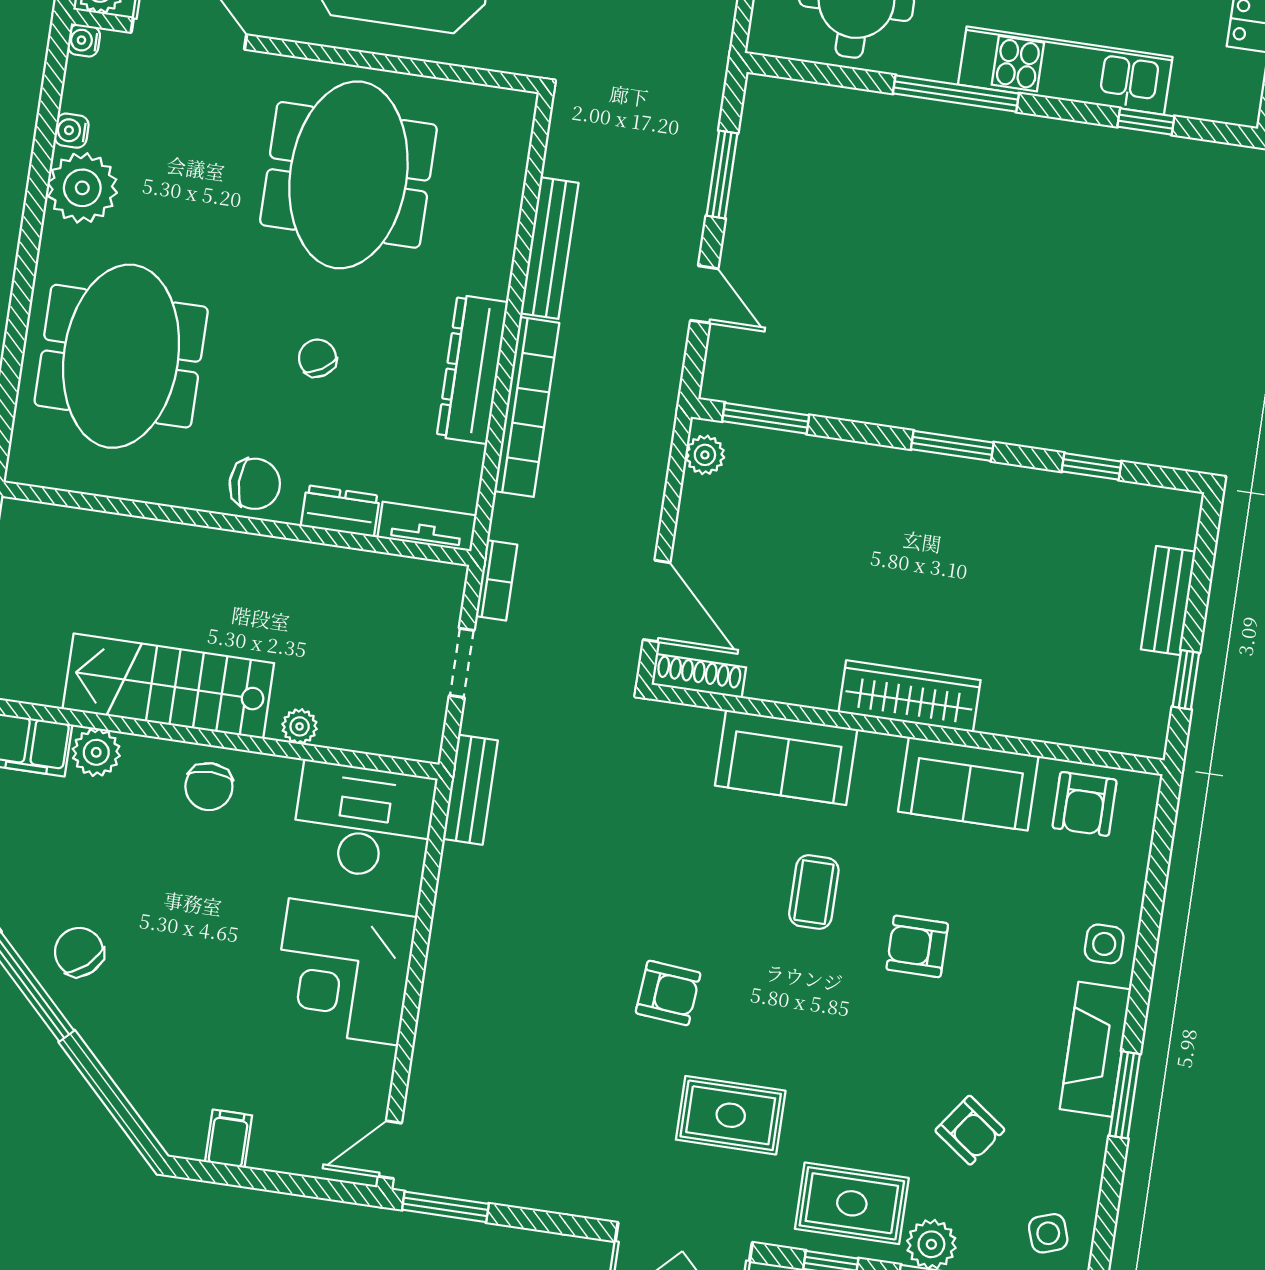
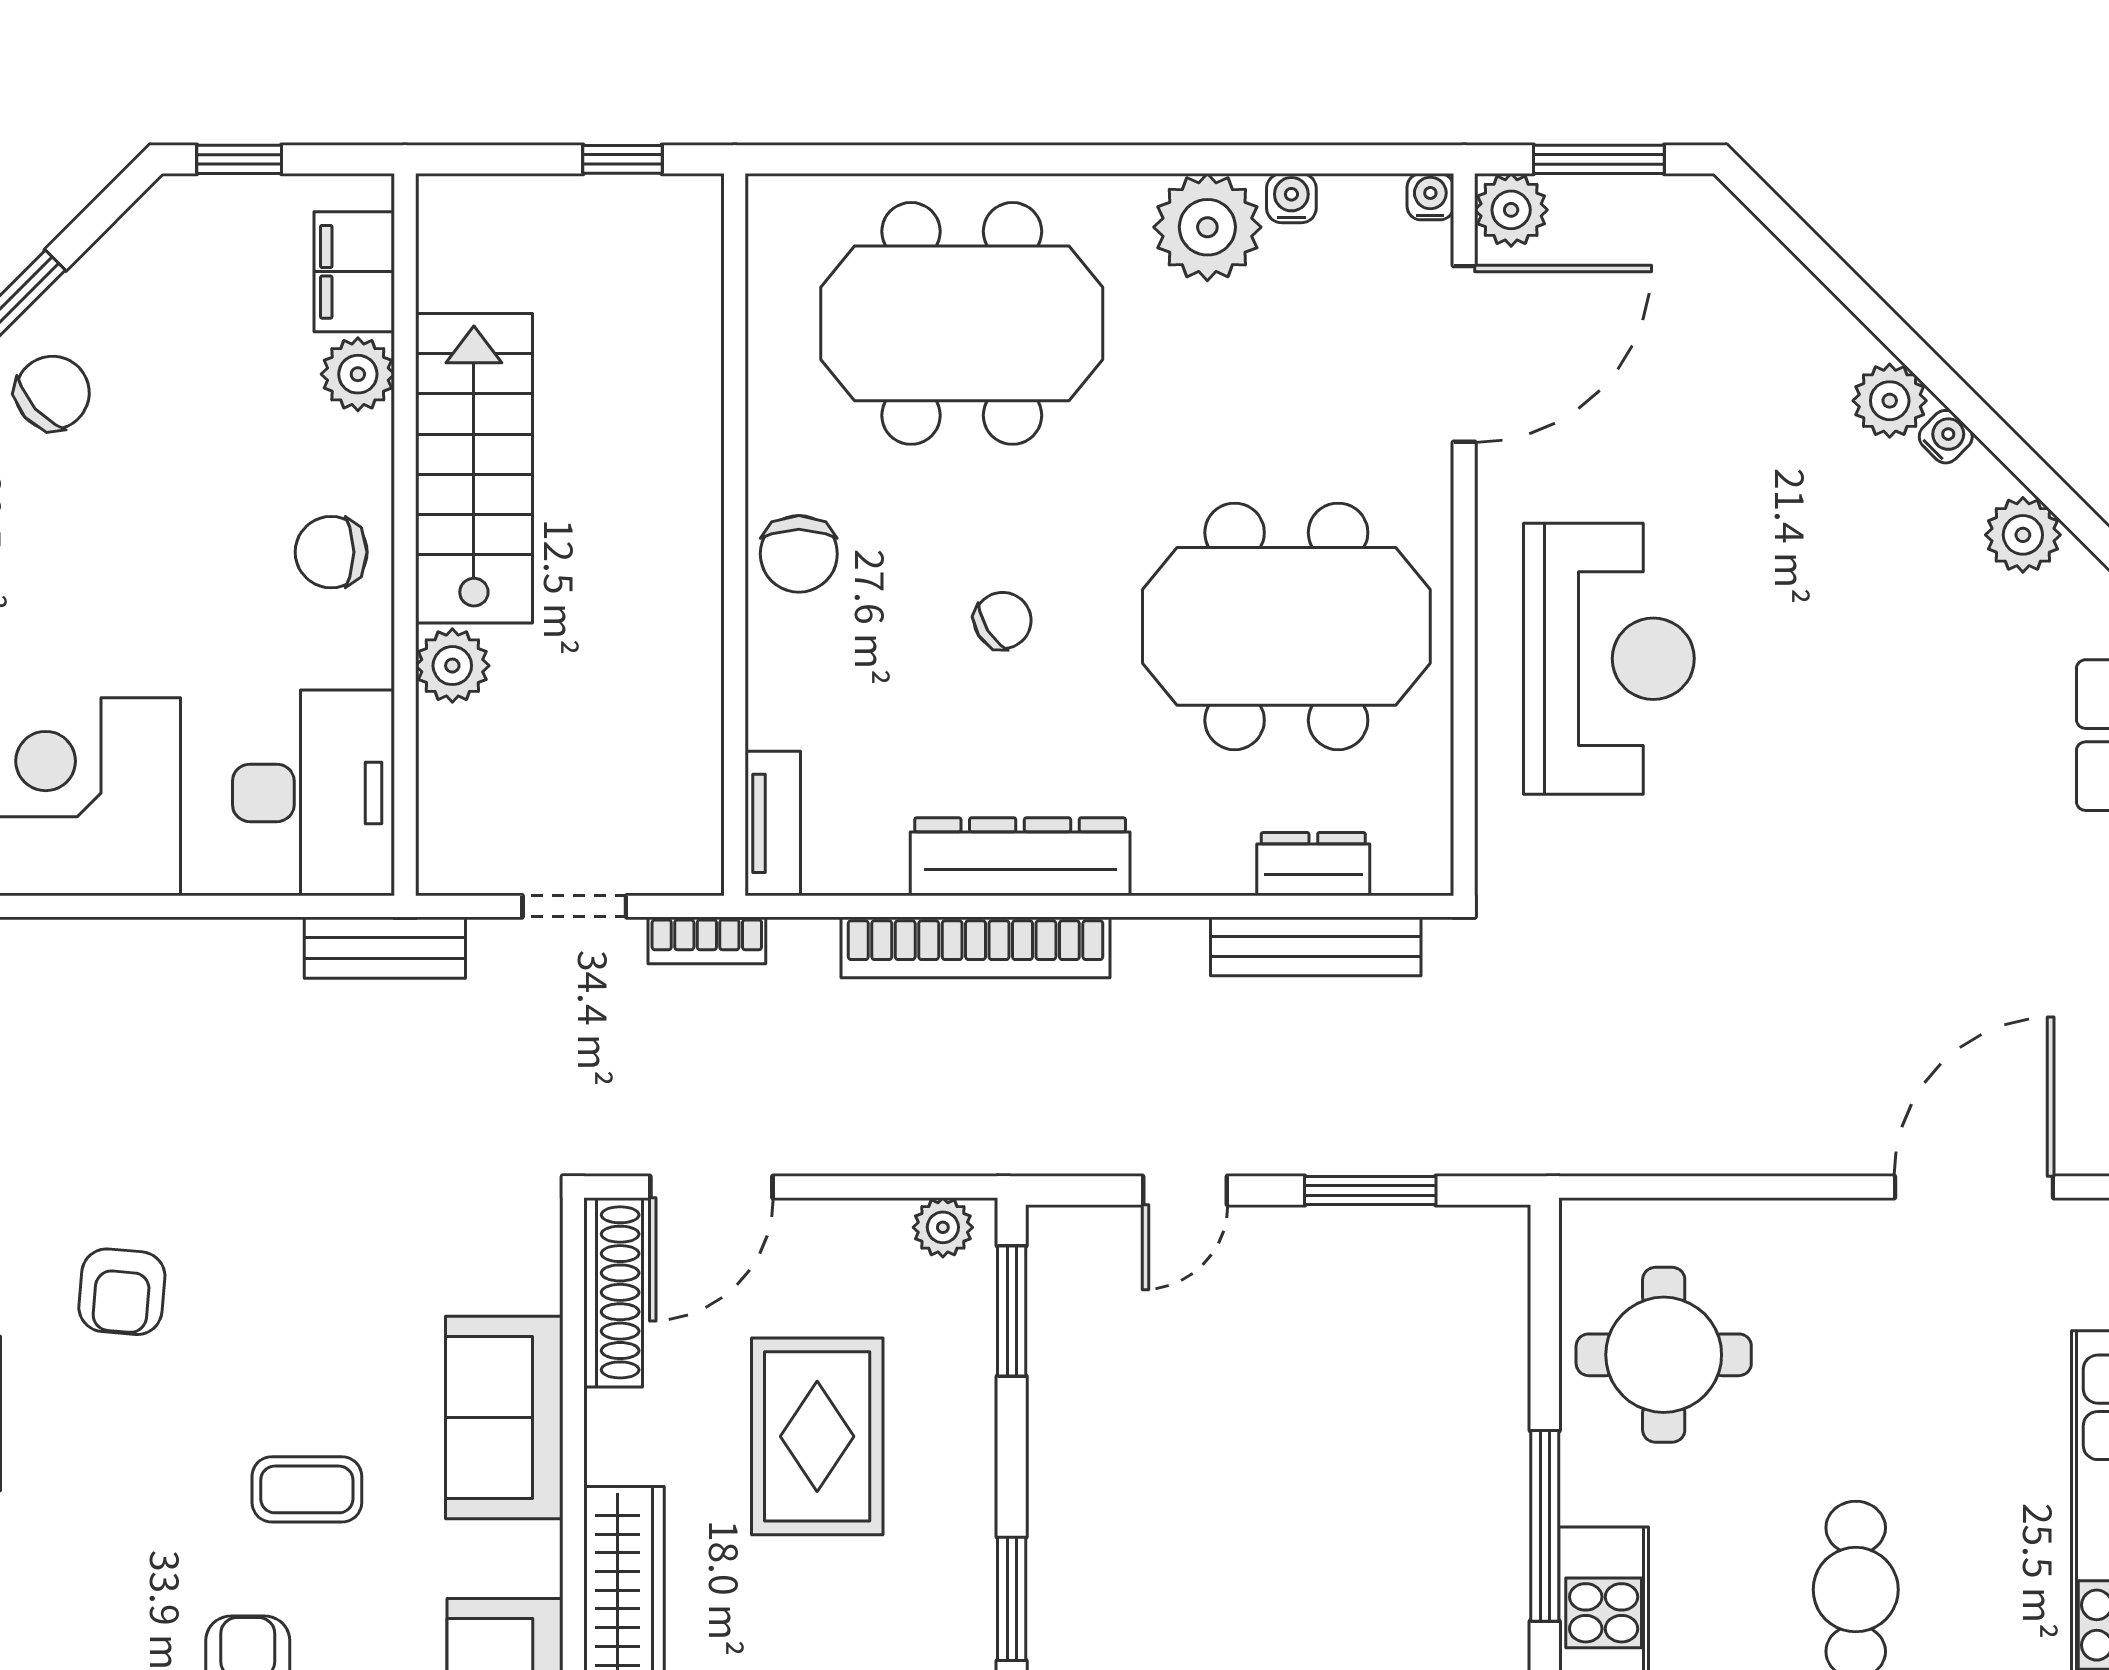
bench: (549, 248) -> (1316, 946), moved
dresser: (340, 511) -> (1313, 864), moved, turned -90
rug: (828, 556) -> (817, 1436), added
shoe rack: (699, 676) -> (613, 1292), width x1.36, depth x1.24
plant: (300, 726) -> (452, 666), width x1.38, depth x1.38

